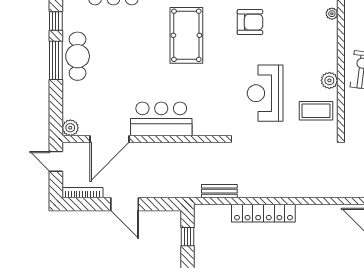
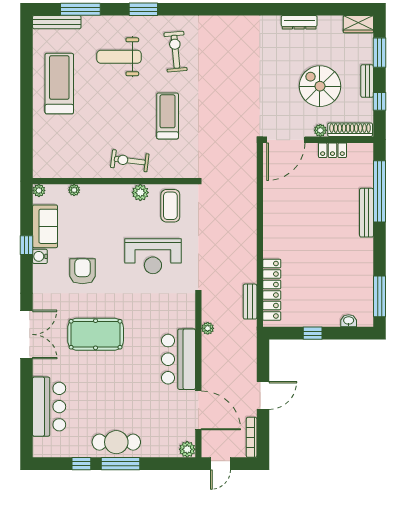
plant: (192, 148) -> (208, 328), added
locker: (263, 213) -> (272, 290), moved
window: (188, 237) -> (313, 333), moved

